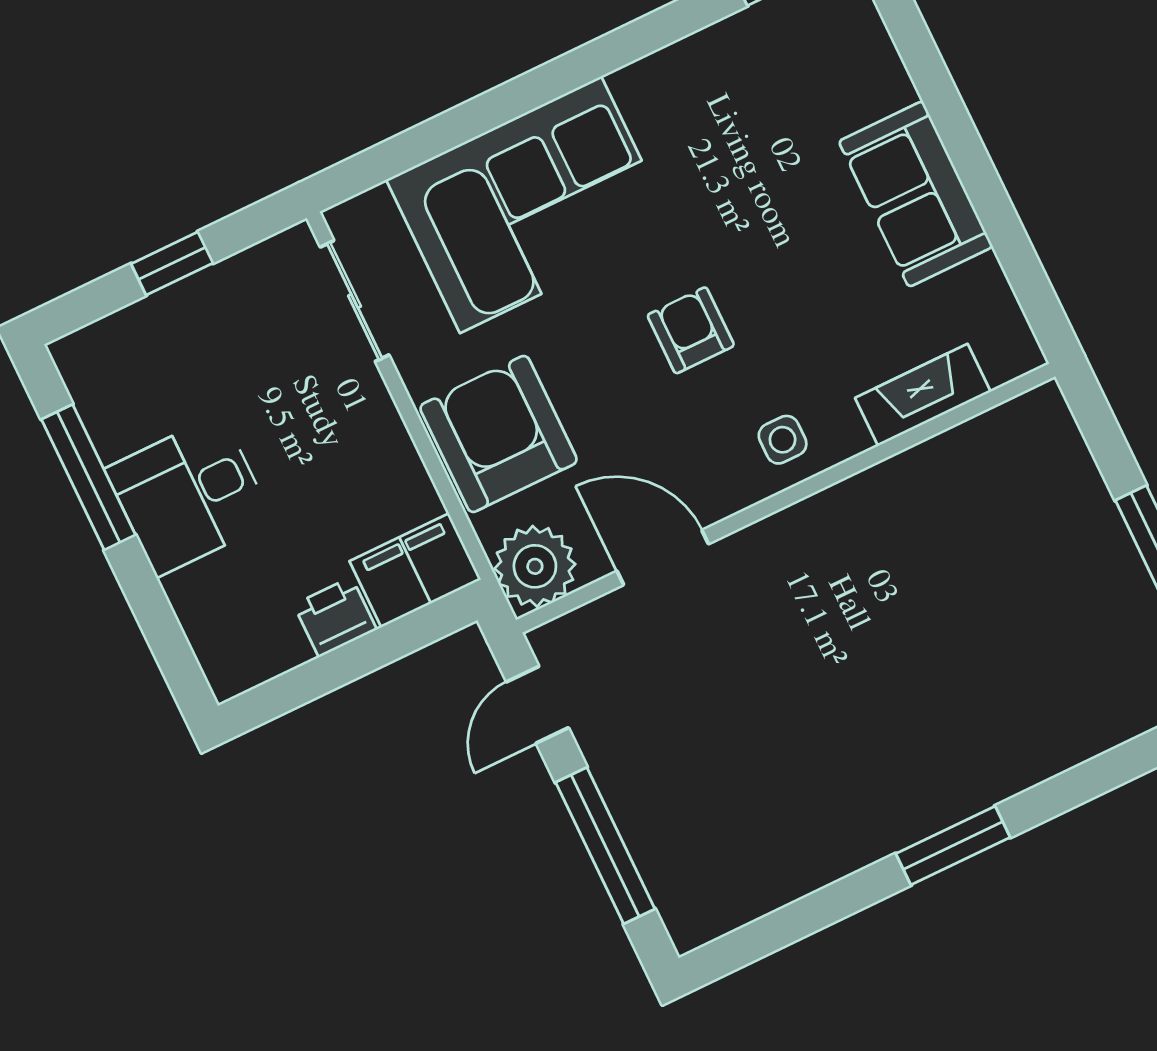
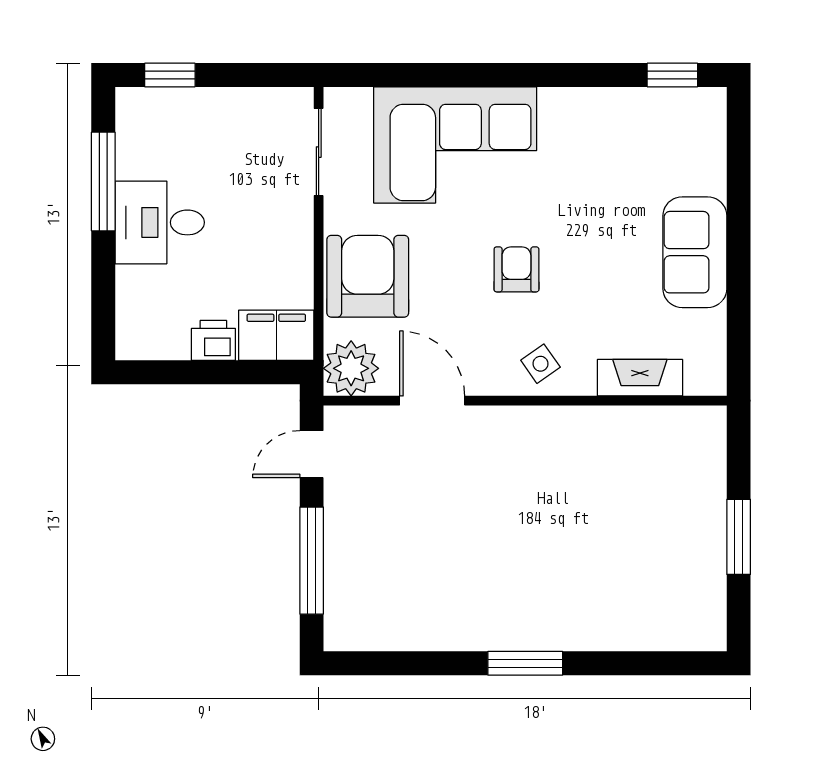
window: (172, 263) -> (170, 75), moved
side table: (783, 440) -> (540, 364), turned -35

